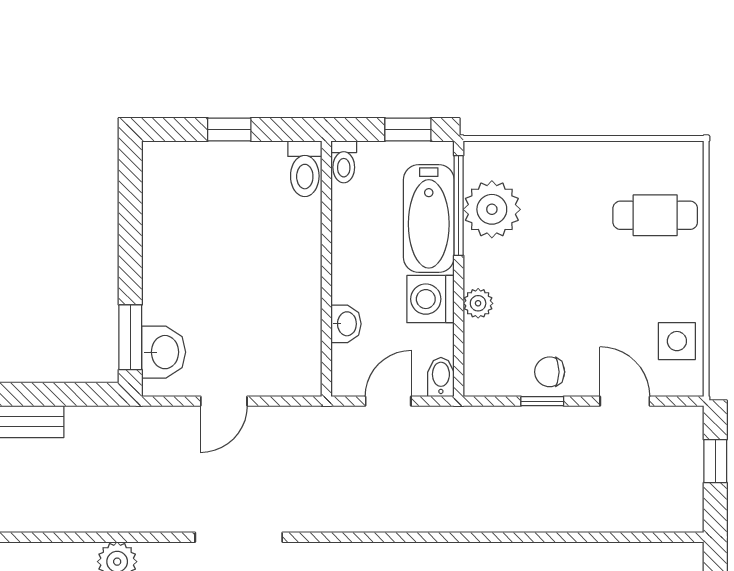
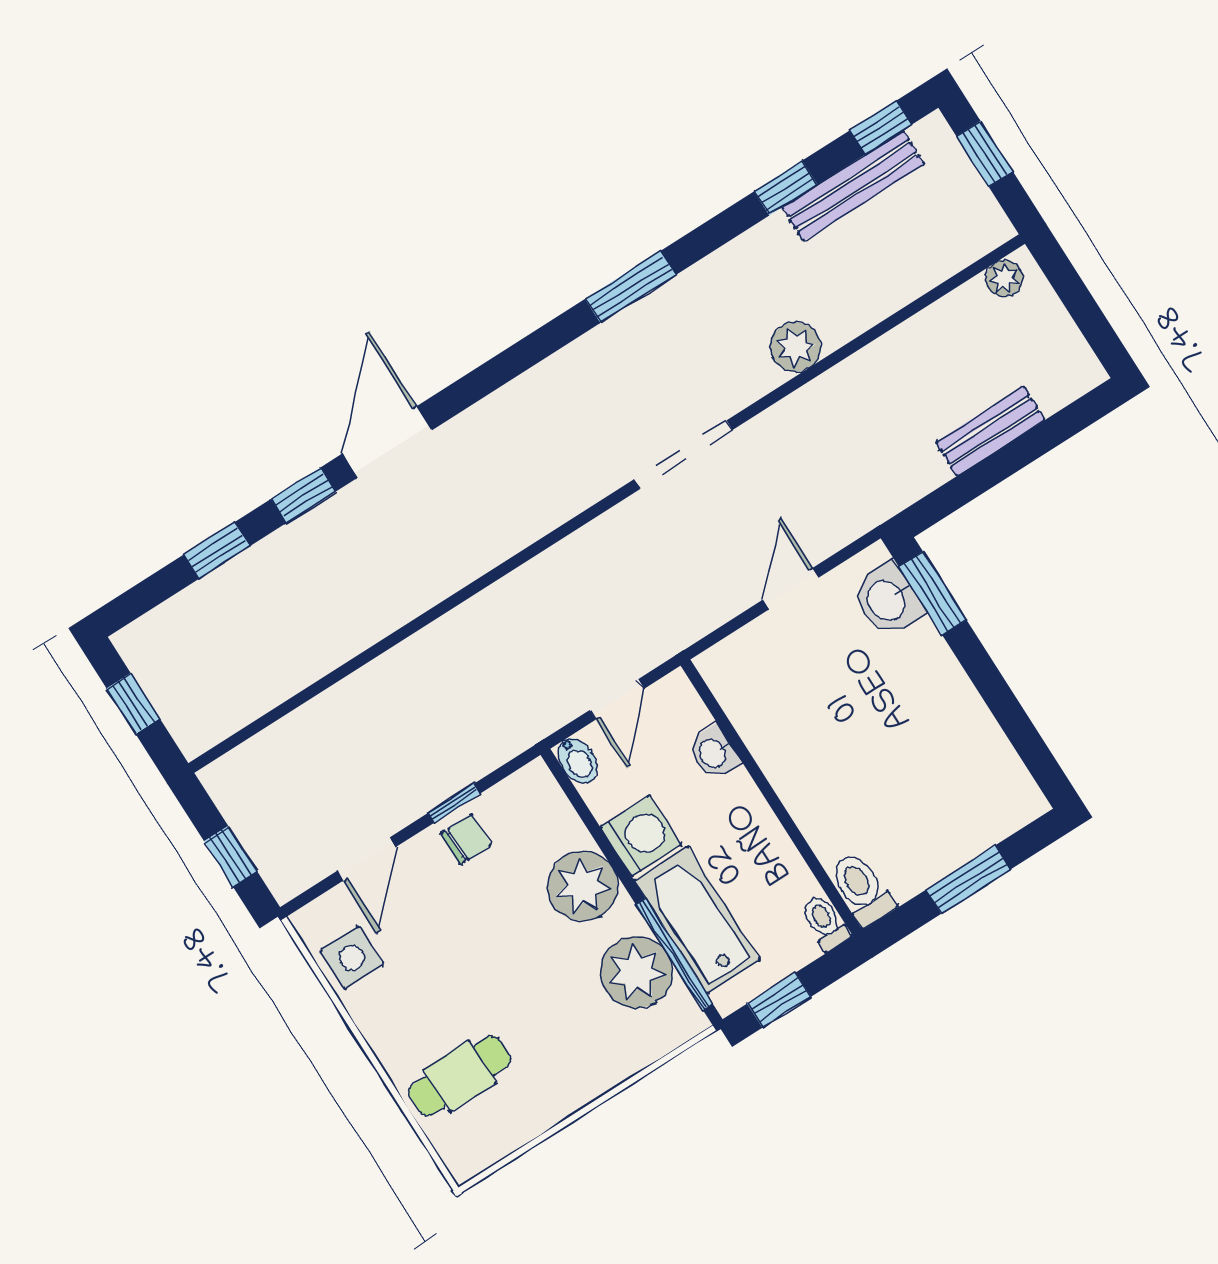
window: (229, 129) -> (968, 880), width x1.50
plant: (478, 303) -> (583, 886), width x1.87, depth x1.87
door: (625, 401) -> (367, 859), hinge flipped

